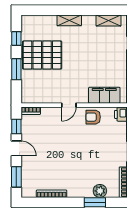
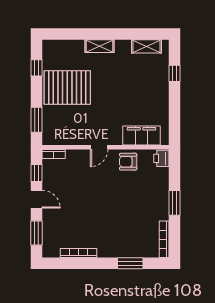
window: (16, 69) -> (37, 120), moved
plant: (100, 191) -> (136, 250), removed

